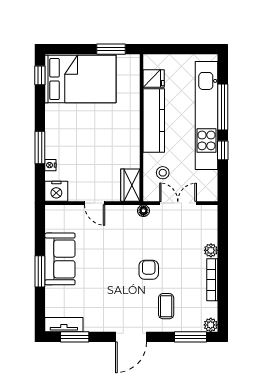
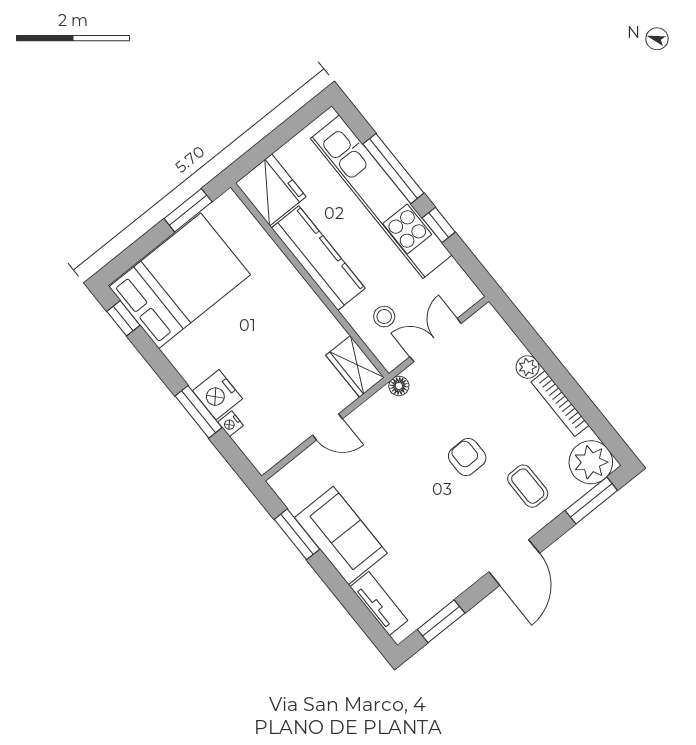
fridge: (154, 78) -> (271, 190), width x1.88, depth x1.34
nightstand: (56, 191) -> (217, 395), moved, turned 90
window: (40, 271) -> (297, 534), moved
tv unit: (64, 325) -> (379, 604), moved, turned 90
plant: (211, 325) -> (591, 462), width x1.88, depth x1.88

